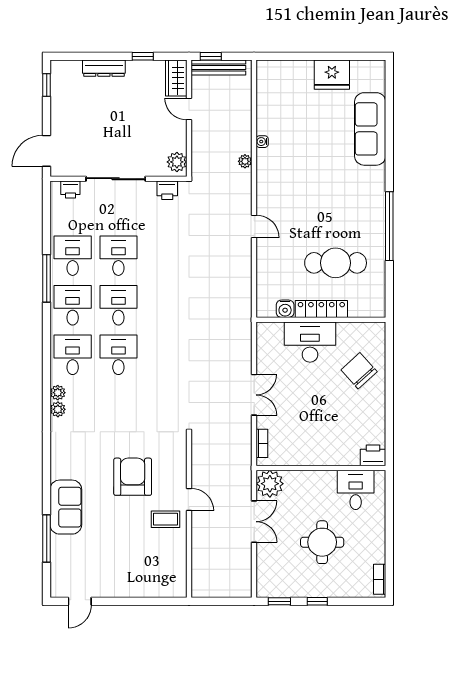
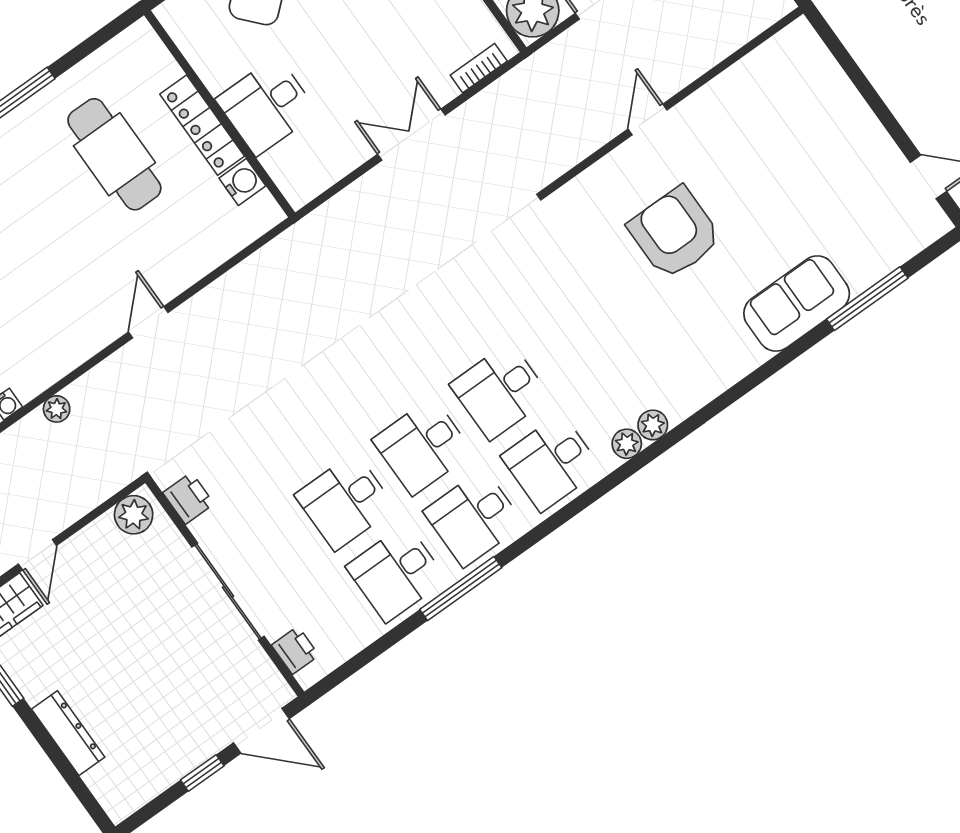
window: (47, 85) -> (202, 773), moved
desk: (310, 342) -> (267, 106), width x0.73
armchair: (133, 477) -> (675, 233), turned 90
coffee table: (166, 519) -> (704, 134), removed

